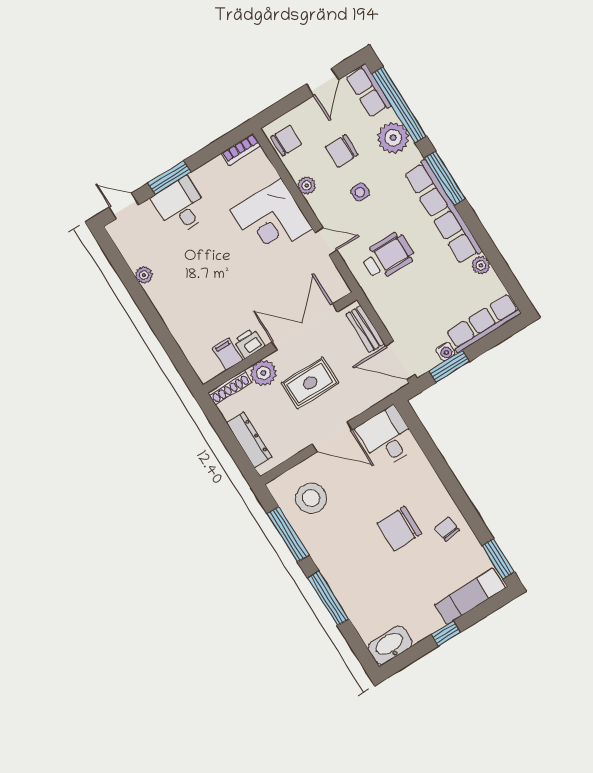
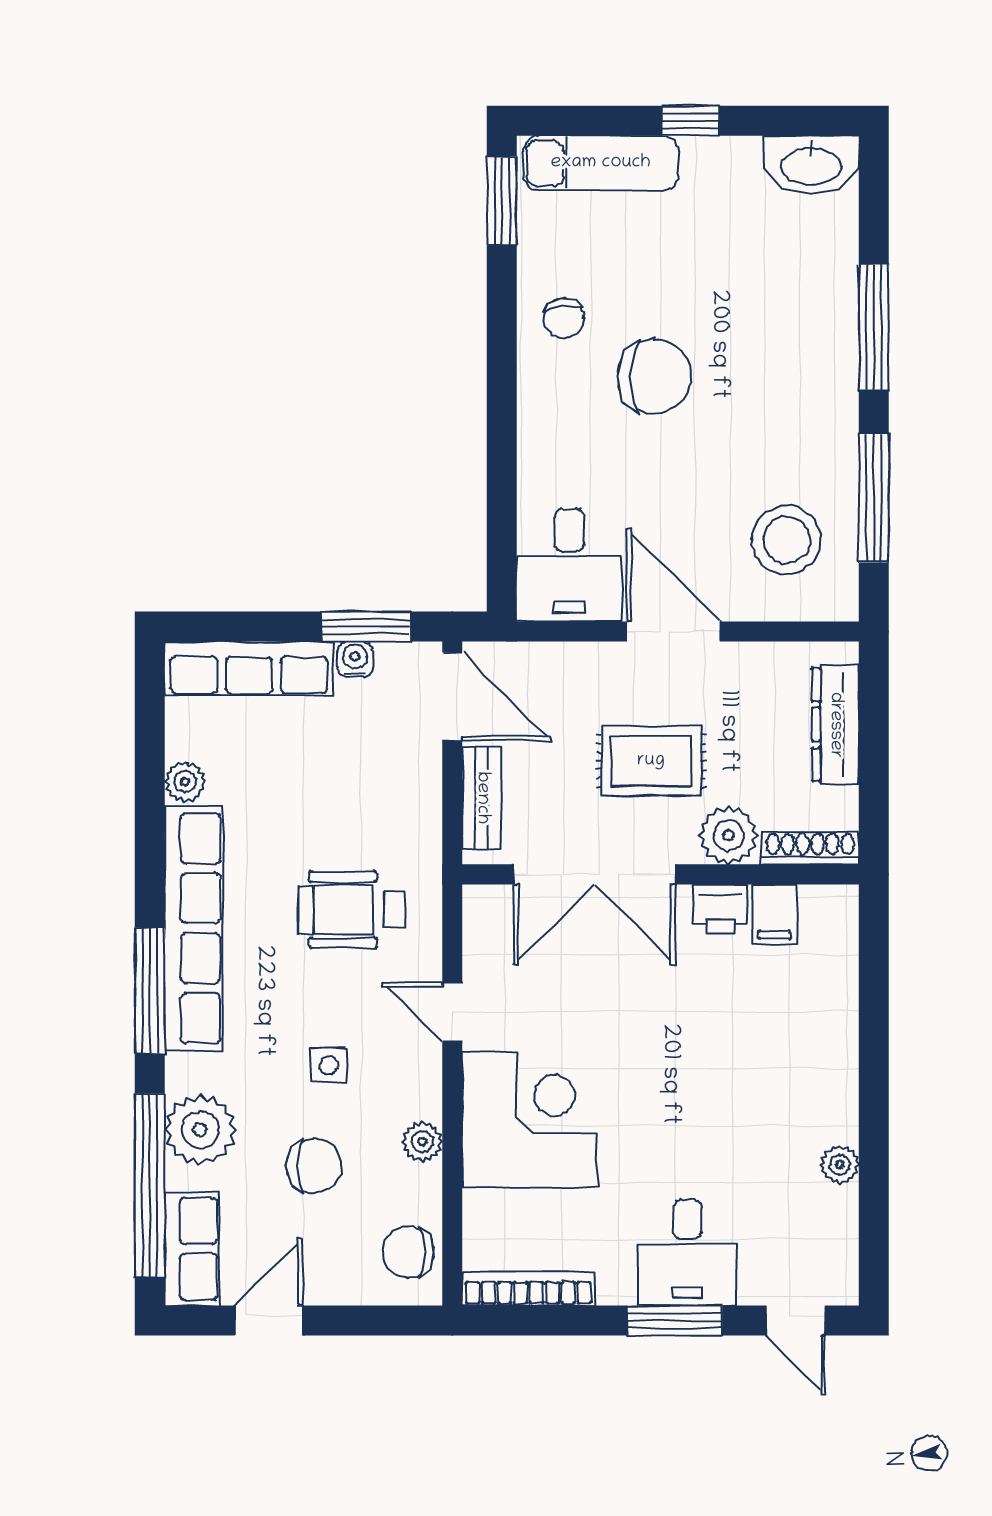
bookcase: (241, 149) -> (528, 1289), width x1.56

